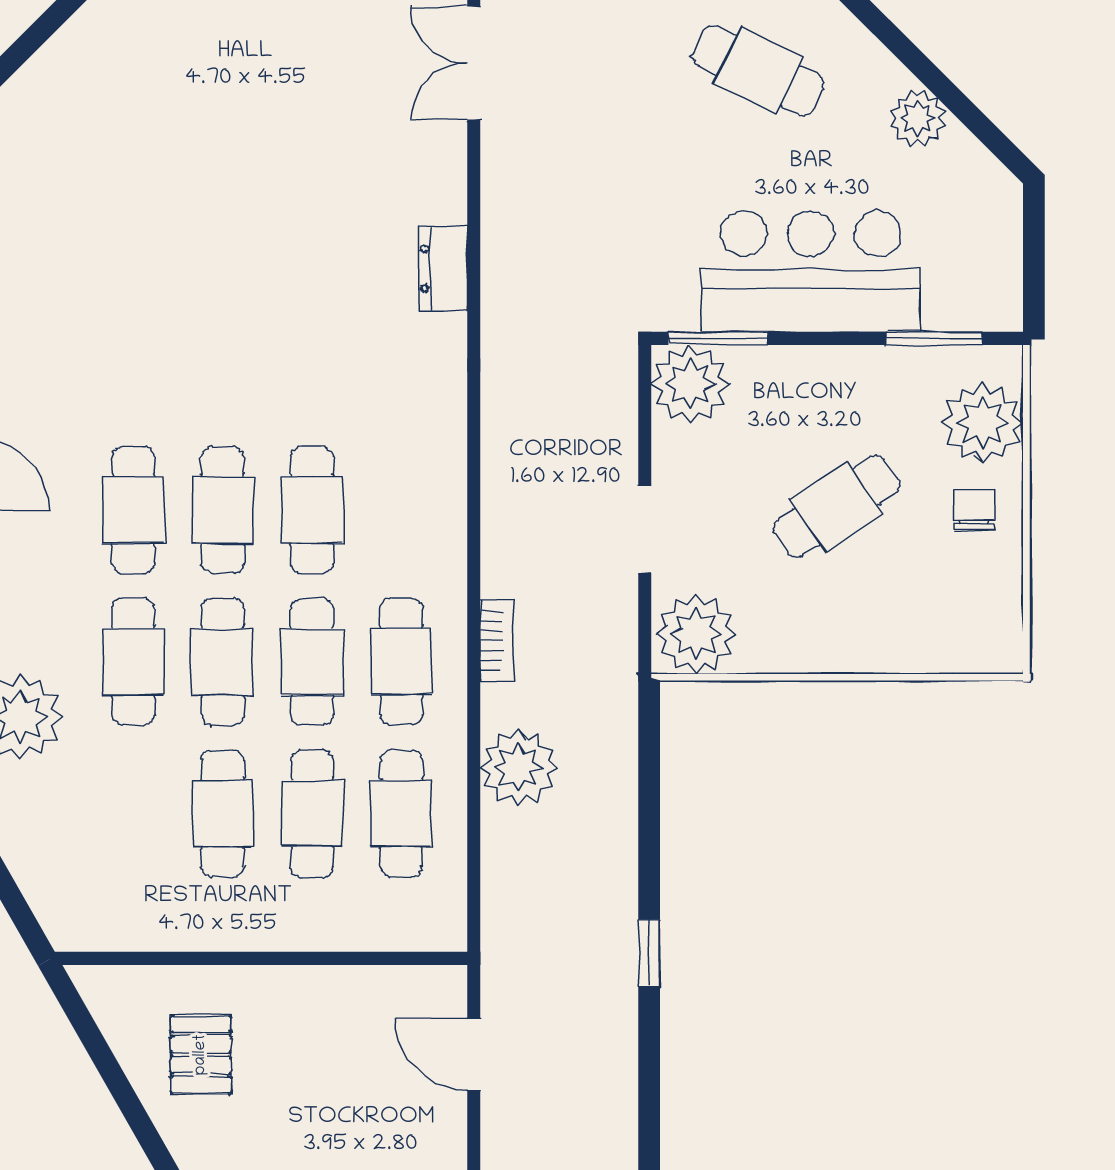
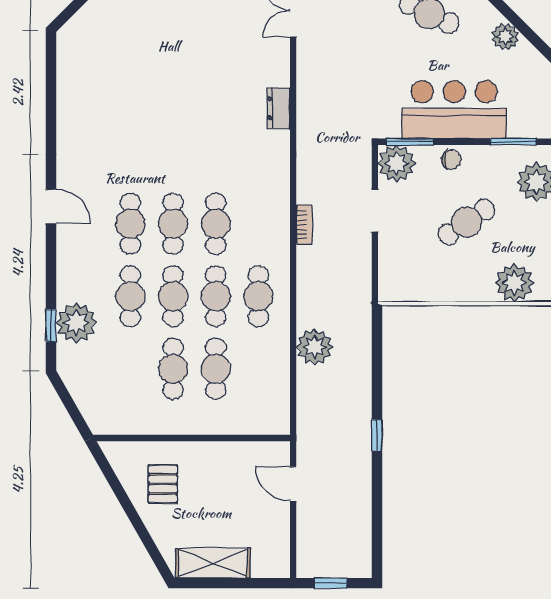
chair: (974, 510) -> (451, 160), moved, turned 90
doorway: (645, 529) -> (375, 211), moved
plant: (696, 634) -> (514, 283), moved
bookcase: (497, 640) -> (304, 225), moved
cafe table: (401, 813) -> (258, 369), removed

